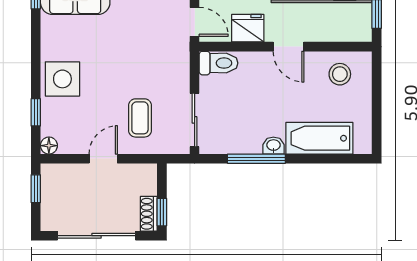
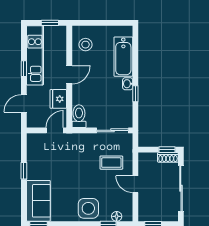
floor lamp: (49, 146) -> (117, 216), moved
window: (256, 159) -> (135, 94), width x0.46

